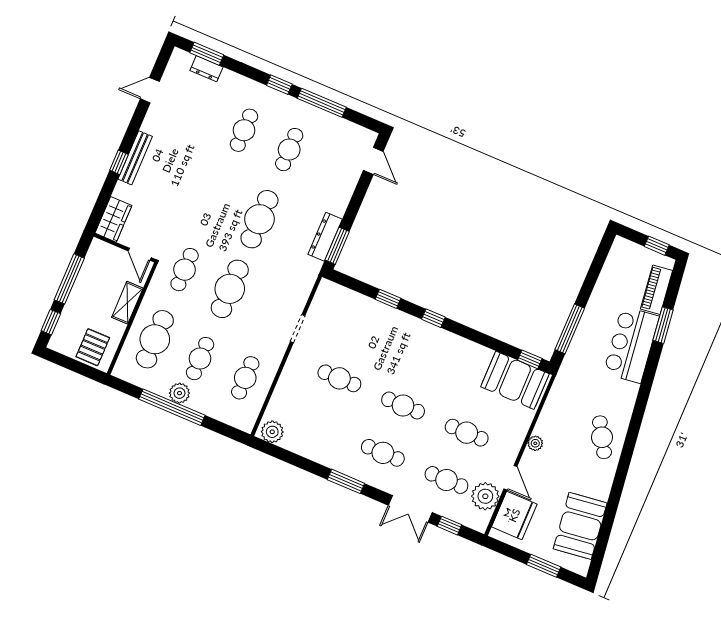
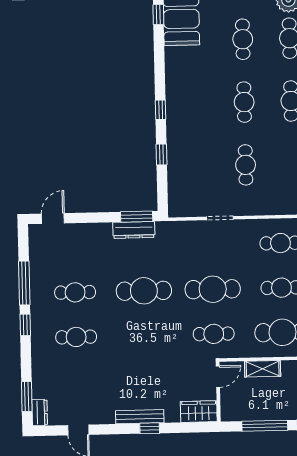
dresser: (207, 69) -> (40, 412), moved

